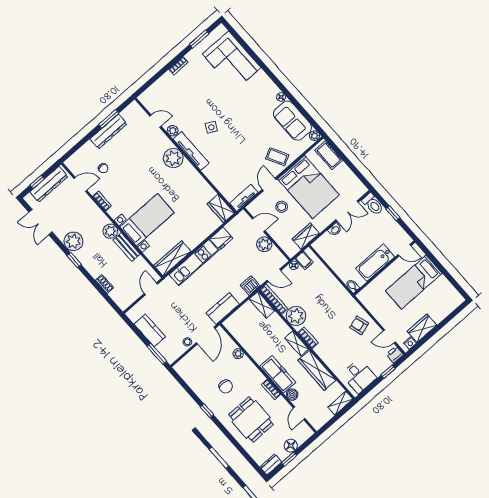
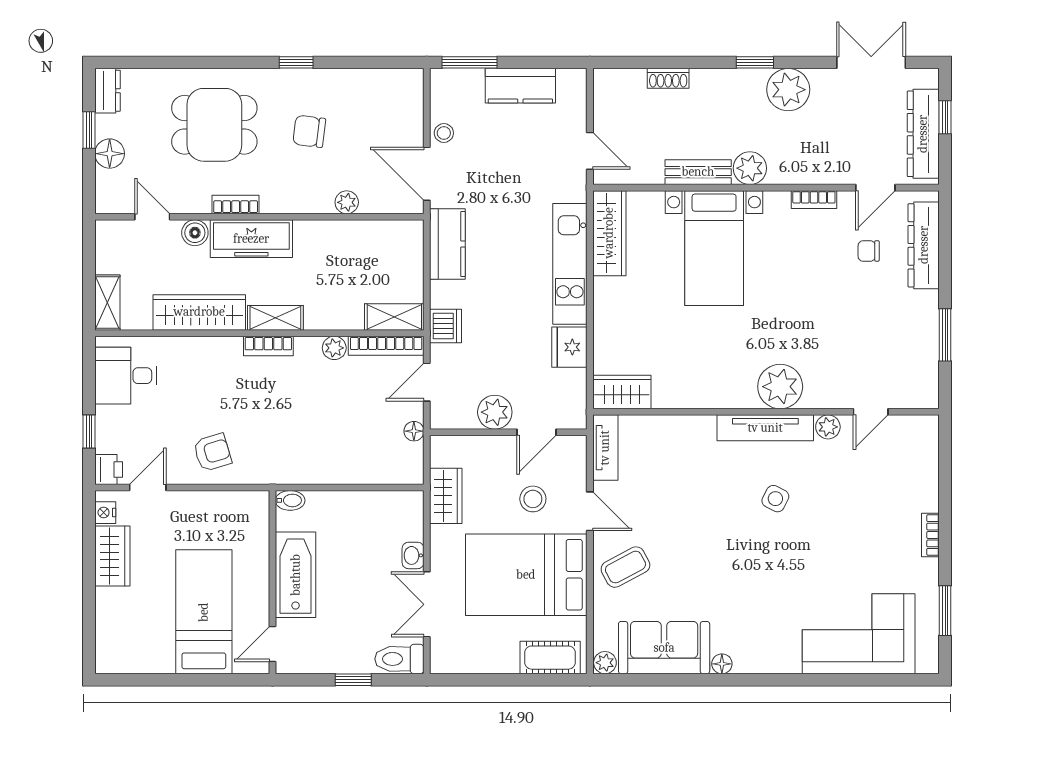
dresser: (109, 131) -> (924, 245), moved
filing cabinet: (304, 260) -> (407, 456), removed
plant: (296, 316) -> (334, 348), width x0.53, depth x0.53

